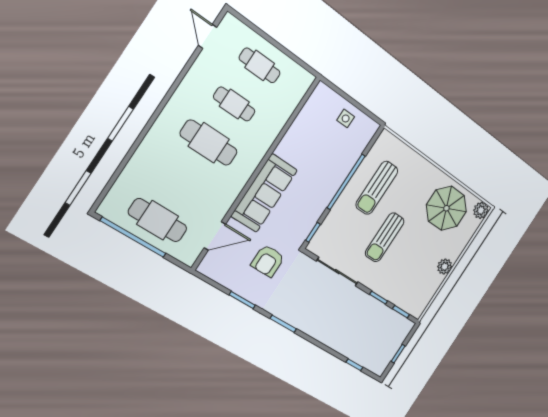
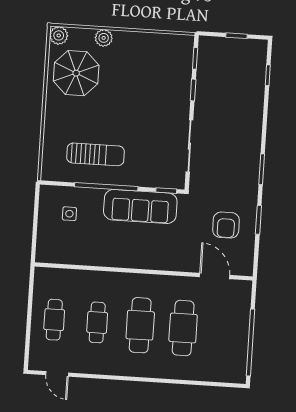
door: (207, 36) -> (57, 374), hinge flipped
side table: (346, 118) -> (69, 214), moved
sofa: (264, 193) -> (140, 206), moved, turned 180
cafe table: (158, 220) -> (183, 328), moved
sun lounger: (385, 237) -> (135, 119), removed
armchair: (268, 261) -> (226, 225), moved, turned 90
plant: (445, 267) -> (104, 38), moved

